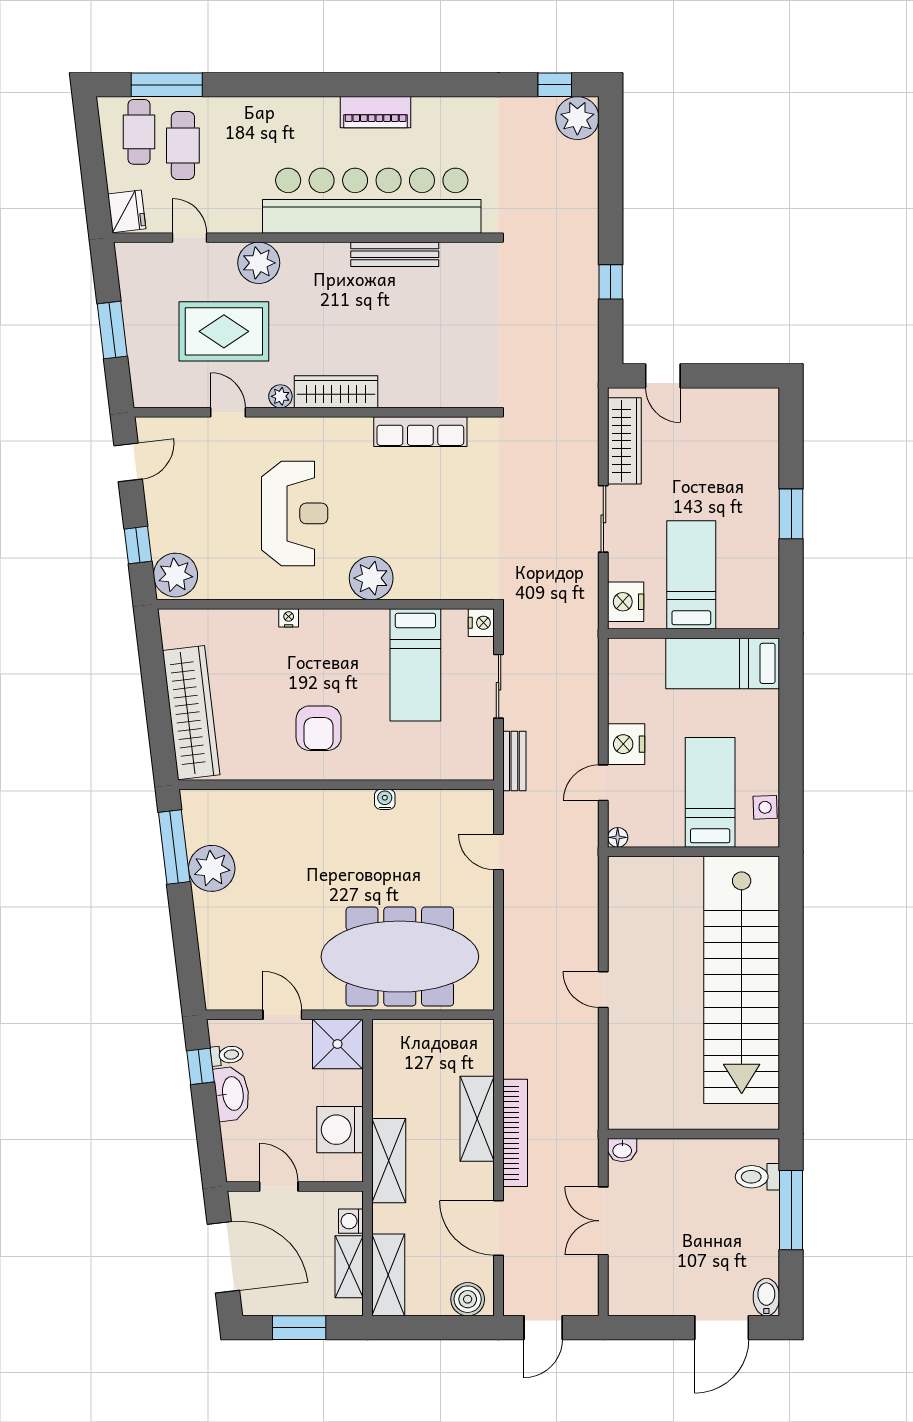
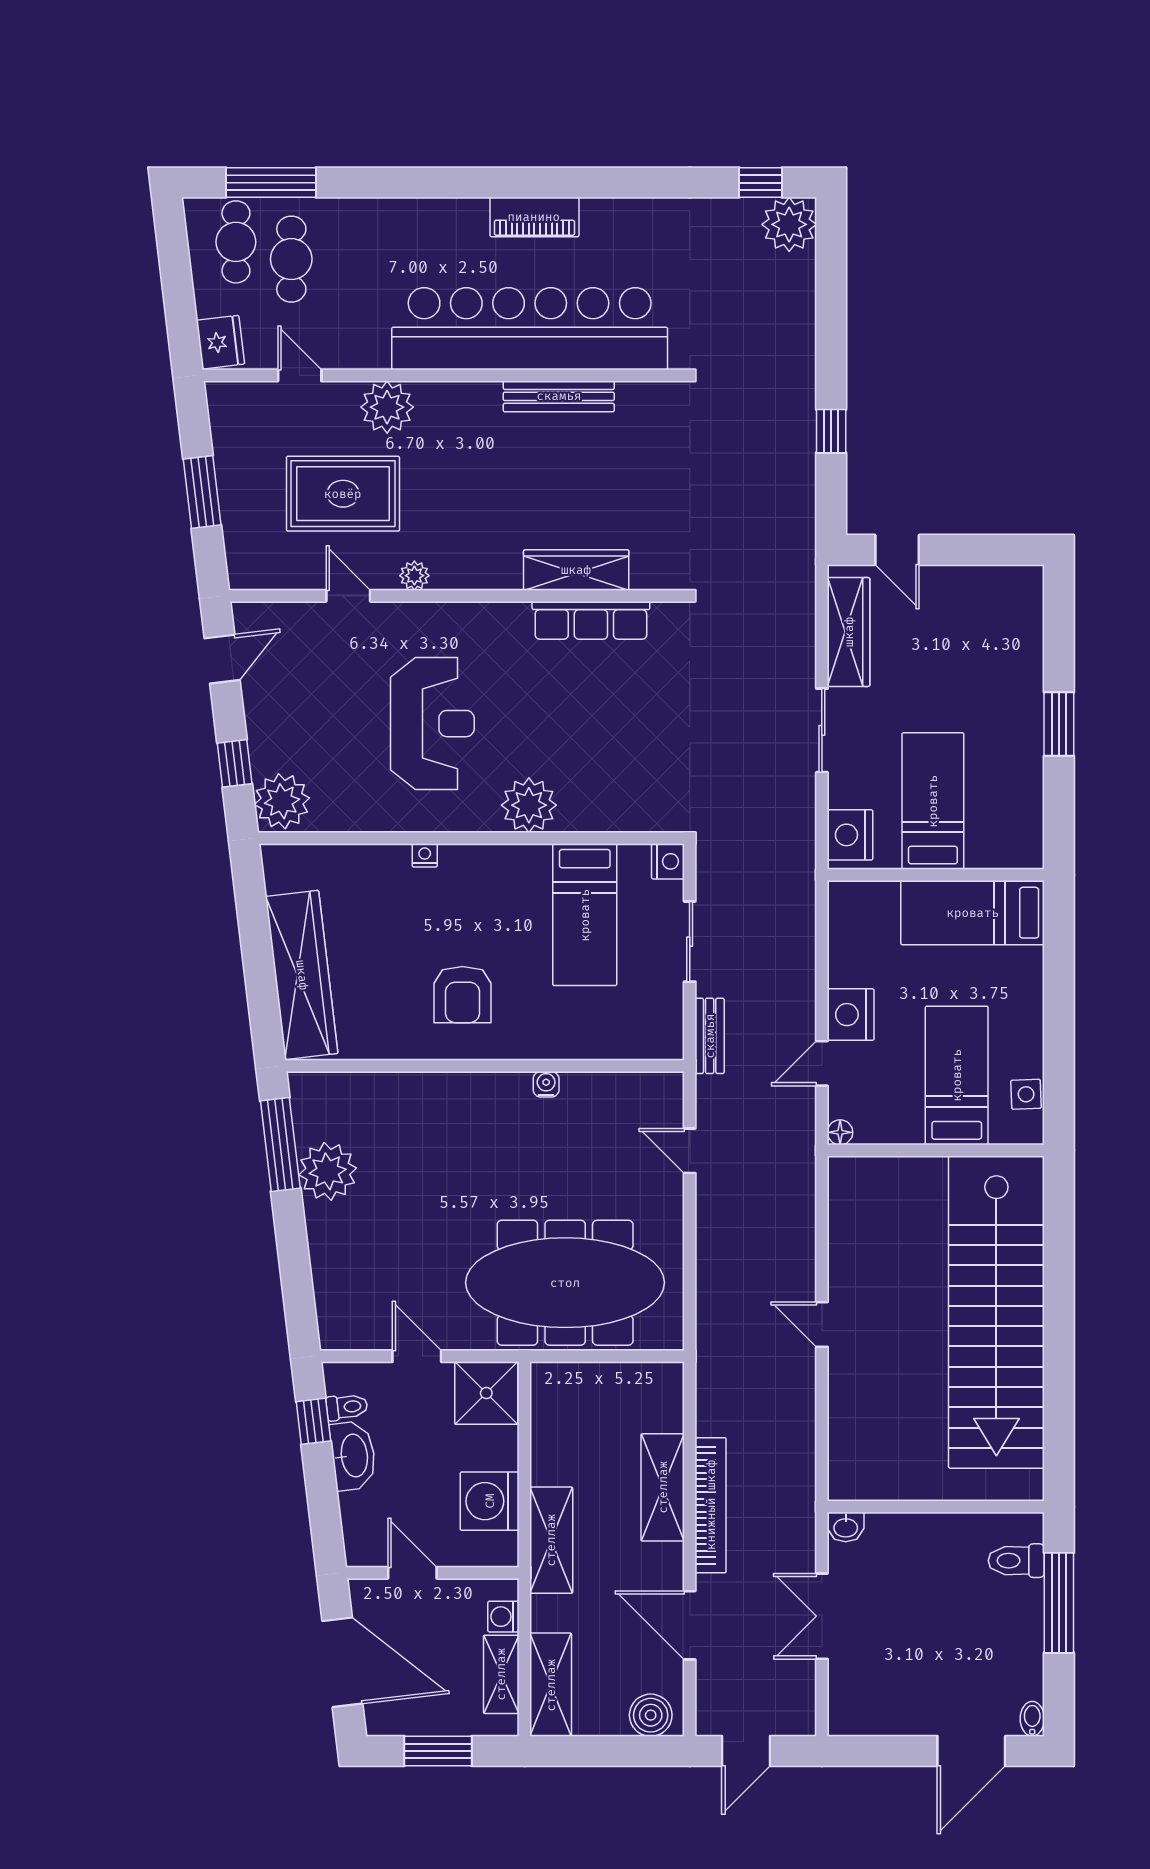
wardrobe: (336, 392) -> (576, 570), moved
bidet: (766, 1297) -> (1032, 1719), width x0.72, depth x0.74

